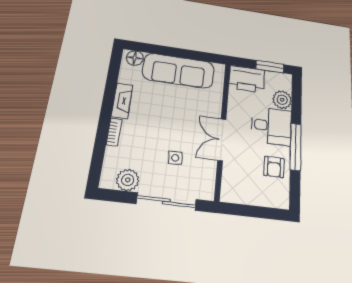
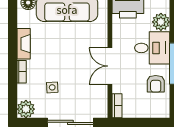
side table: (175, 158) -> (52, 87), moved
plant: (128, 180) -> (26, 109), moved
bookcase: (227, 188) -> (117, 106), added

